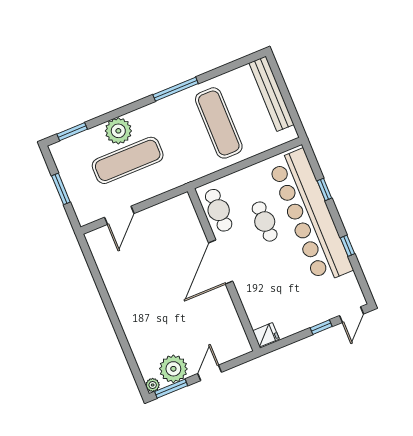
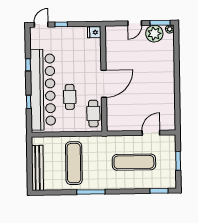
plant: (118, 131) -> (133, 181), removed

